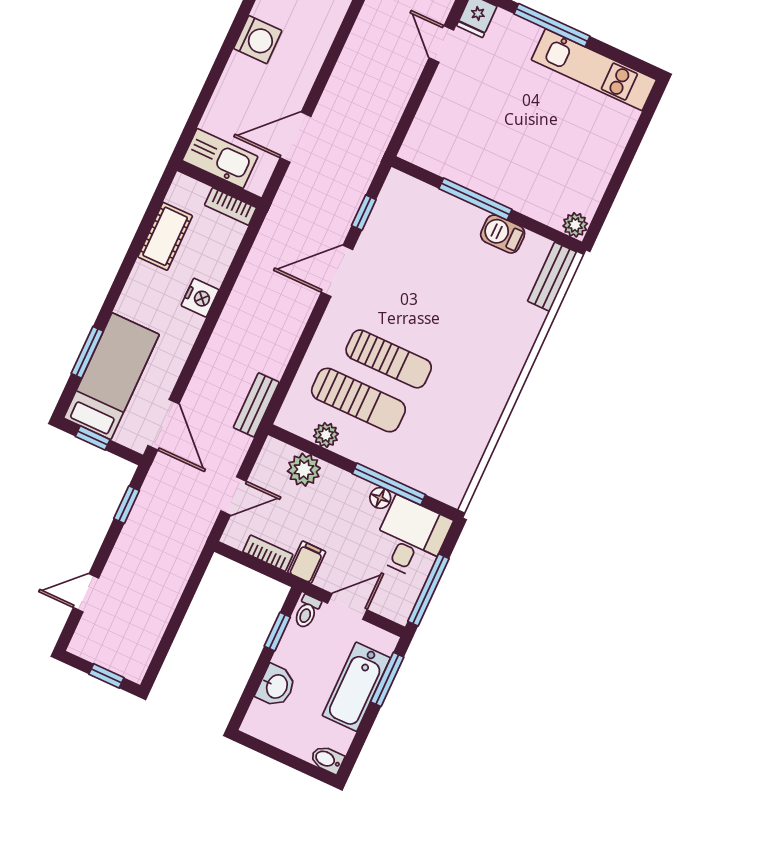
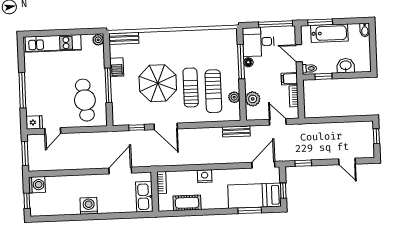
kitchen unit: (594, 70) -> (53, 43), moved, turned 90
door: (296, 137) -> (120, 171), swing flipped
cafe table: (470, 138) -> (85, 100), added
parasol: (430, 299) -> (158, 83), added
sun lounger: (358, 400) -> (213, 91), turned 180

